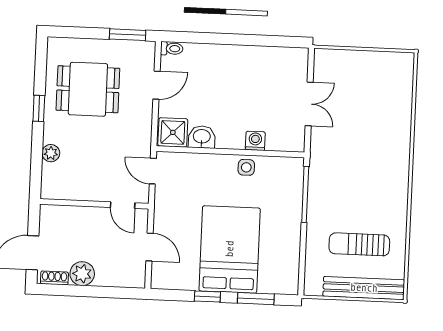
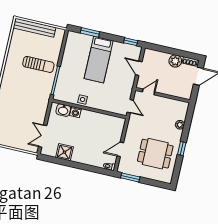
double door: (309, 104) -> (43, 136), moved
shower: (173, 132) -> (64, 152), moved
washbasin: (202, 137) -> (63, 110), moved
door: (123, 205) -> (148, 92), hinge flipped
sun lounger: (359, 244) -> (38, 64), moved
bed: (230, 249) -> (99, 60), width x0.67
window: (207, 296) -> (131, 42), moved

